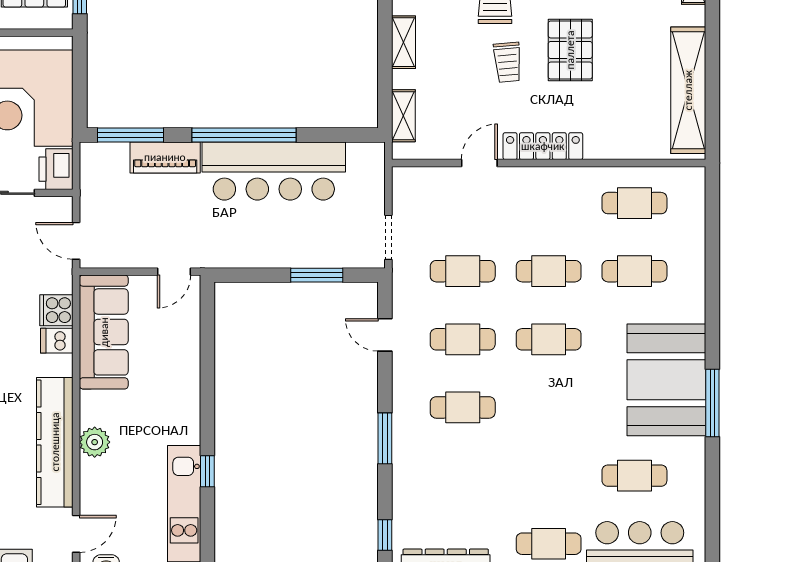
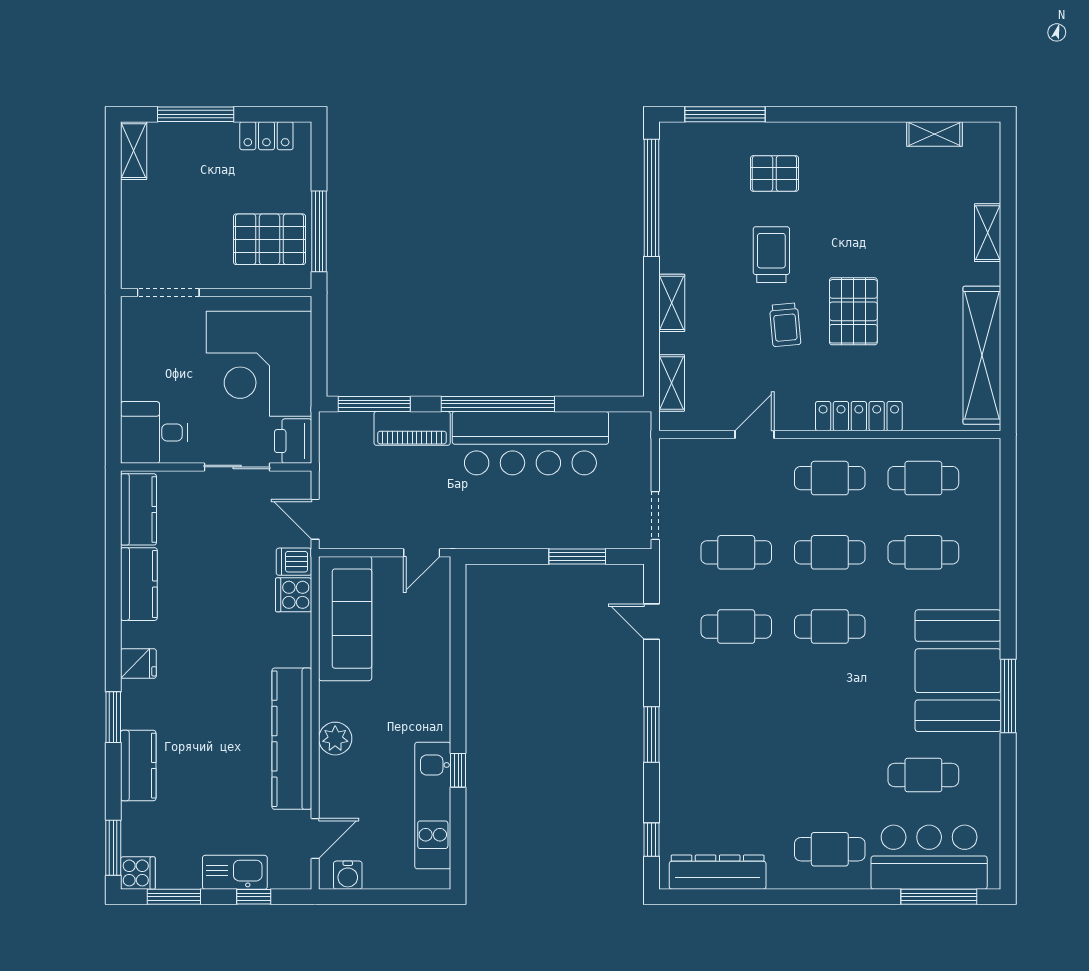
locker: (543, 146) -> (859, 416), moved
dishwasher: (57, 341) -> (294, 562), moved
cafe table: (463, 407) -> (830, 478), moved

